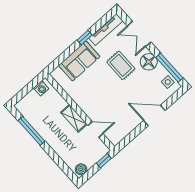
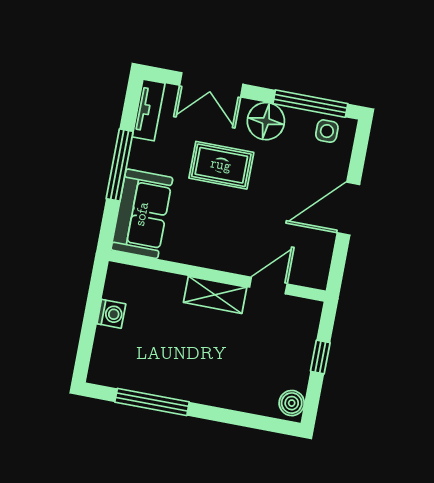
tv unit: (106, 29) -> (149, 110), width x0.71
window: (85, 38) -> (120, 165), width x2.17
wall: (80, 112) -> (217, 276), moved
shelving: (74, 118) -> (215, 295), moved
door: (95, 129) -> (268, 285), moved

